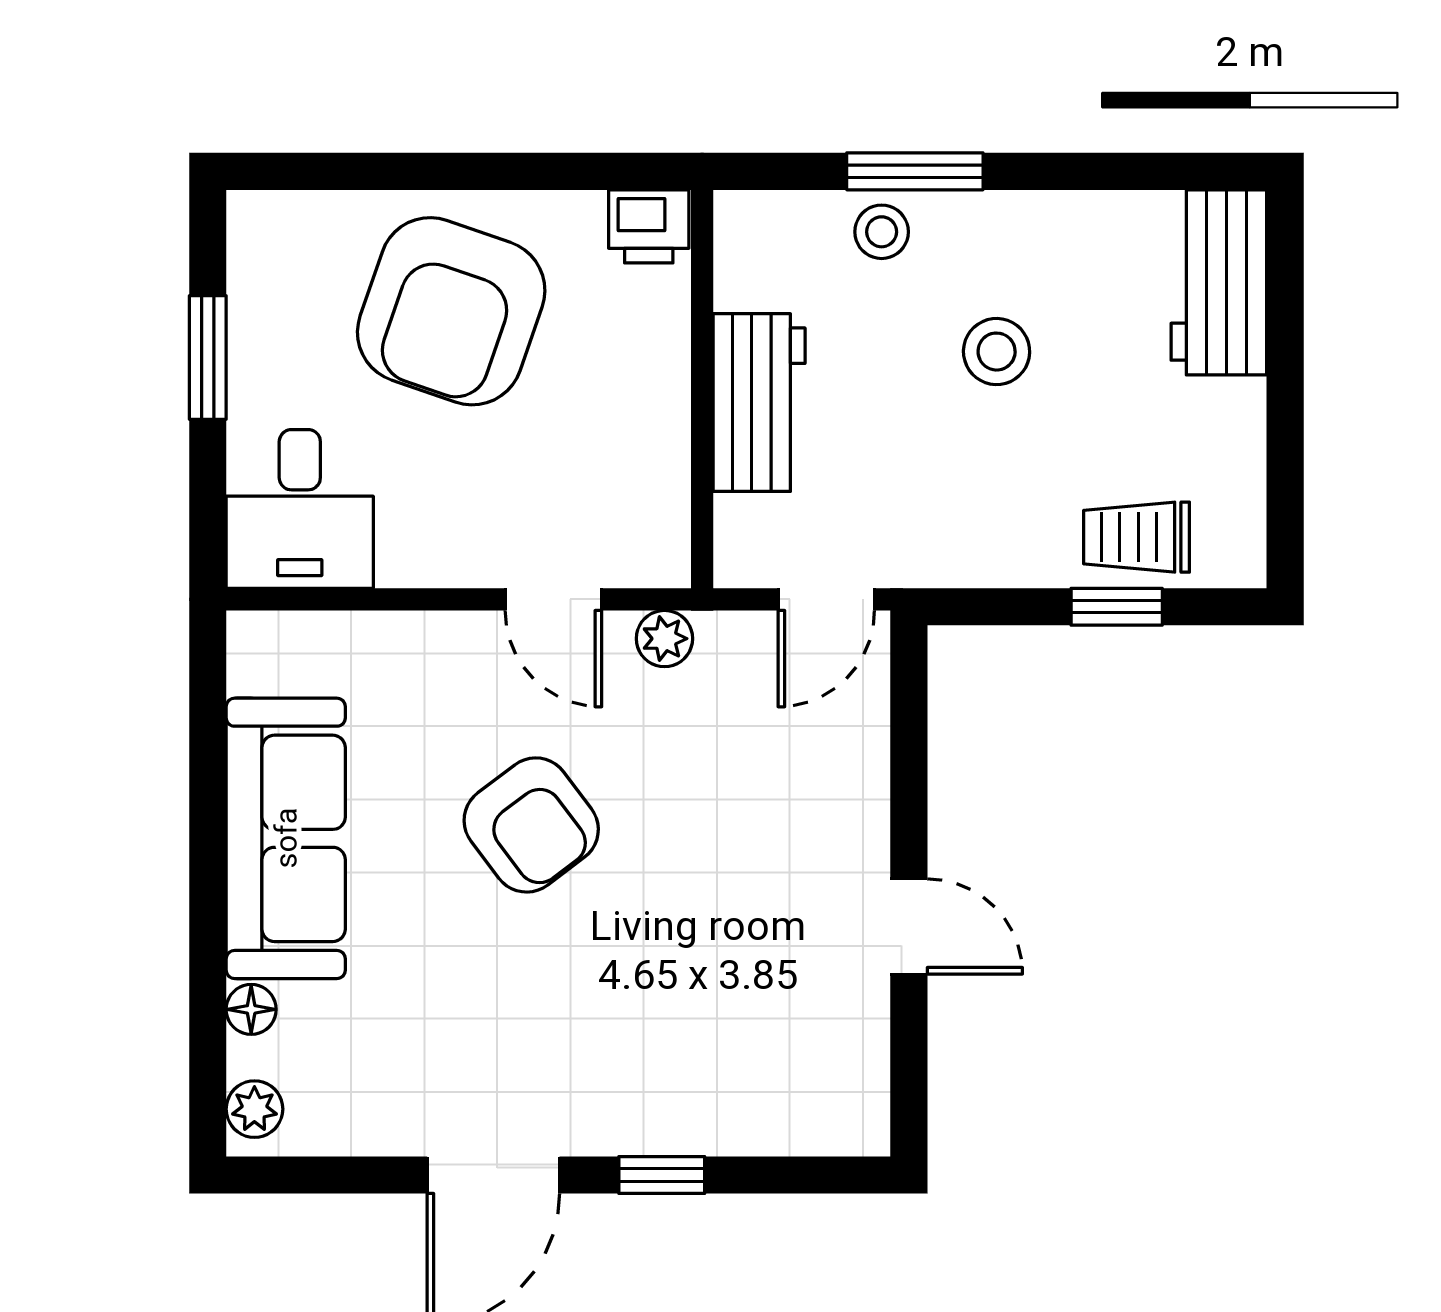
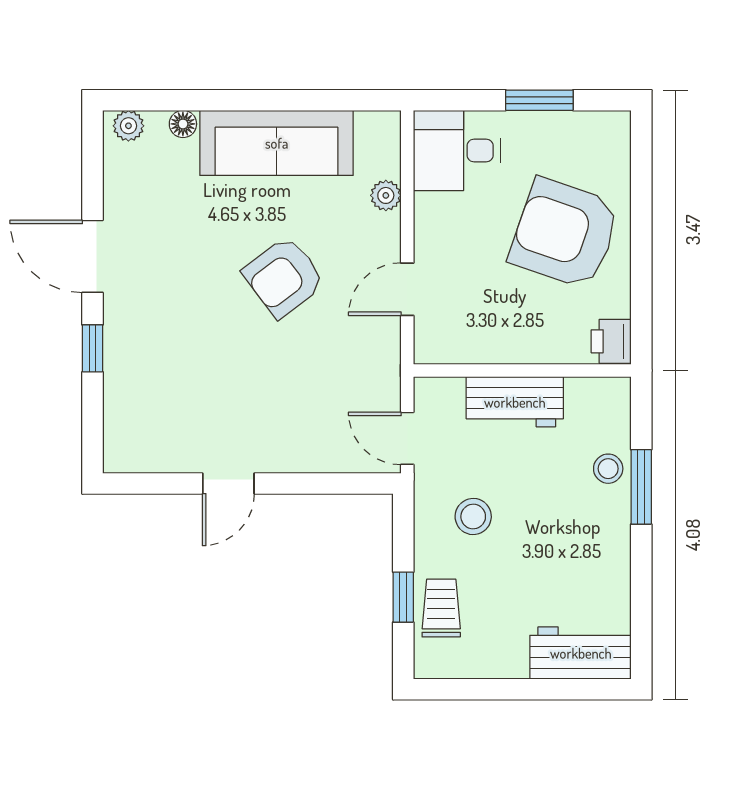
stool: (997, 352) -> (473, 516), moved
plant: (664, 639) -> (386, 195), moved

